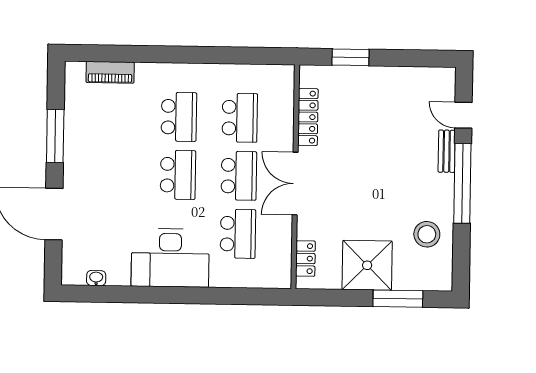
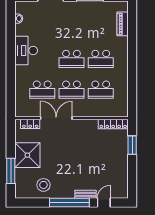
locker: (308, 117) -> (113, 124), moved
double door: (295, 184) -> (56, 118), moved
desk: (170, 258) -> (26, 50), width x0.73, depth x0.77

